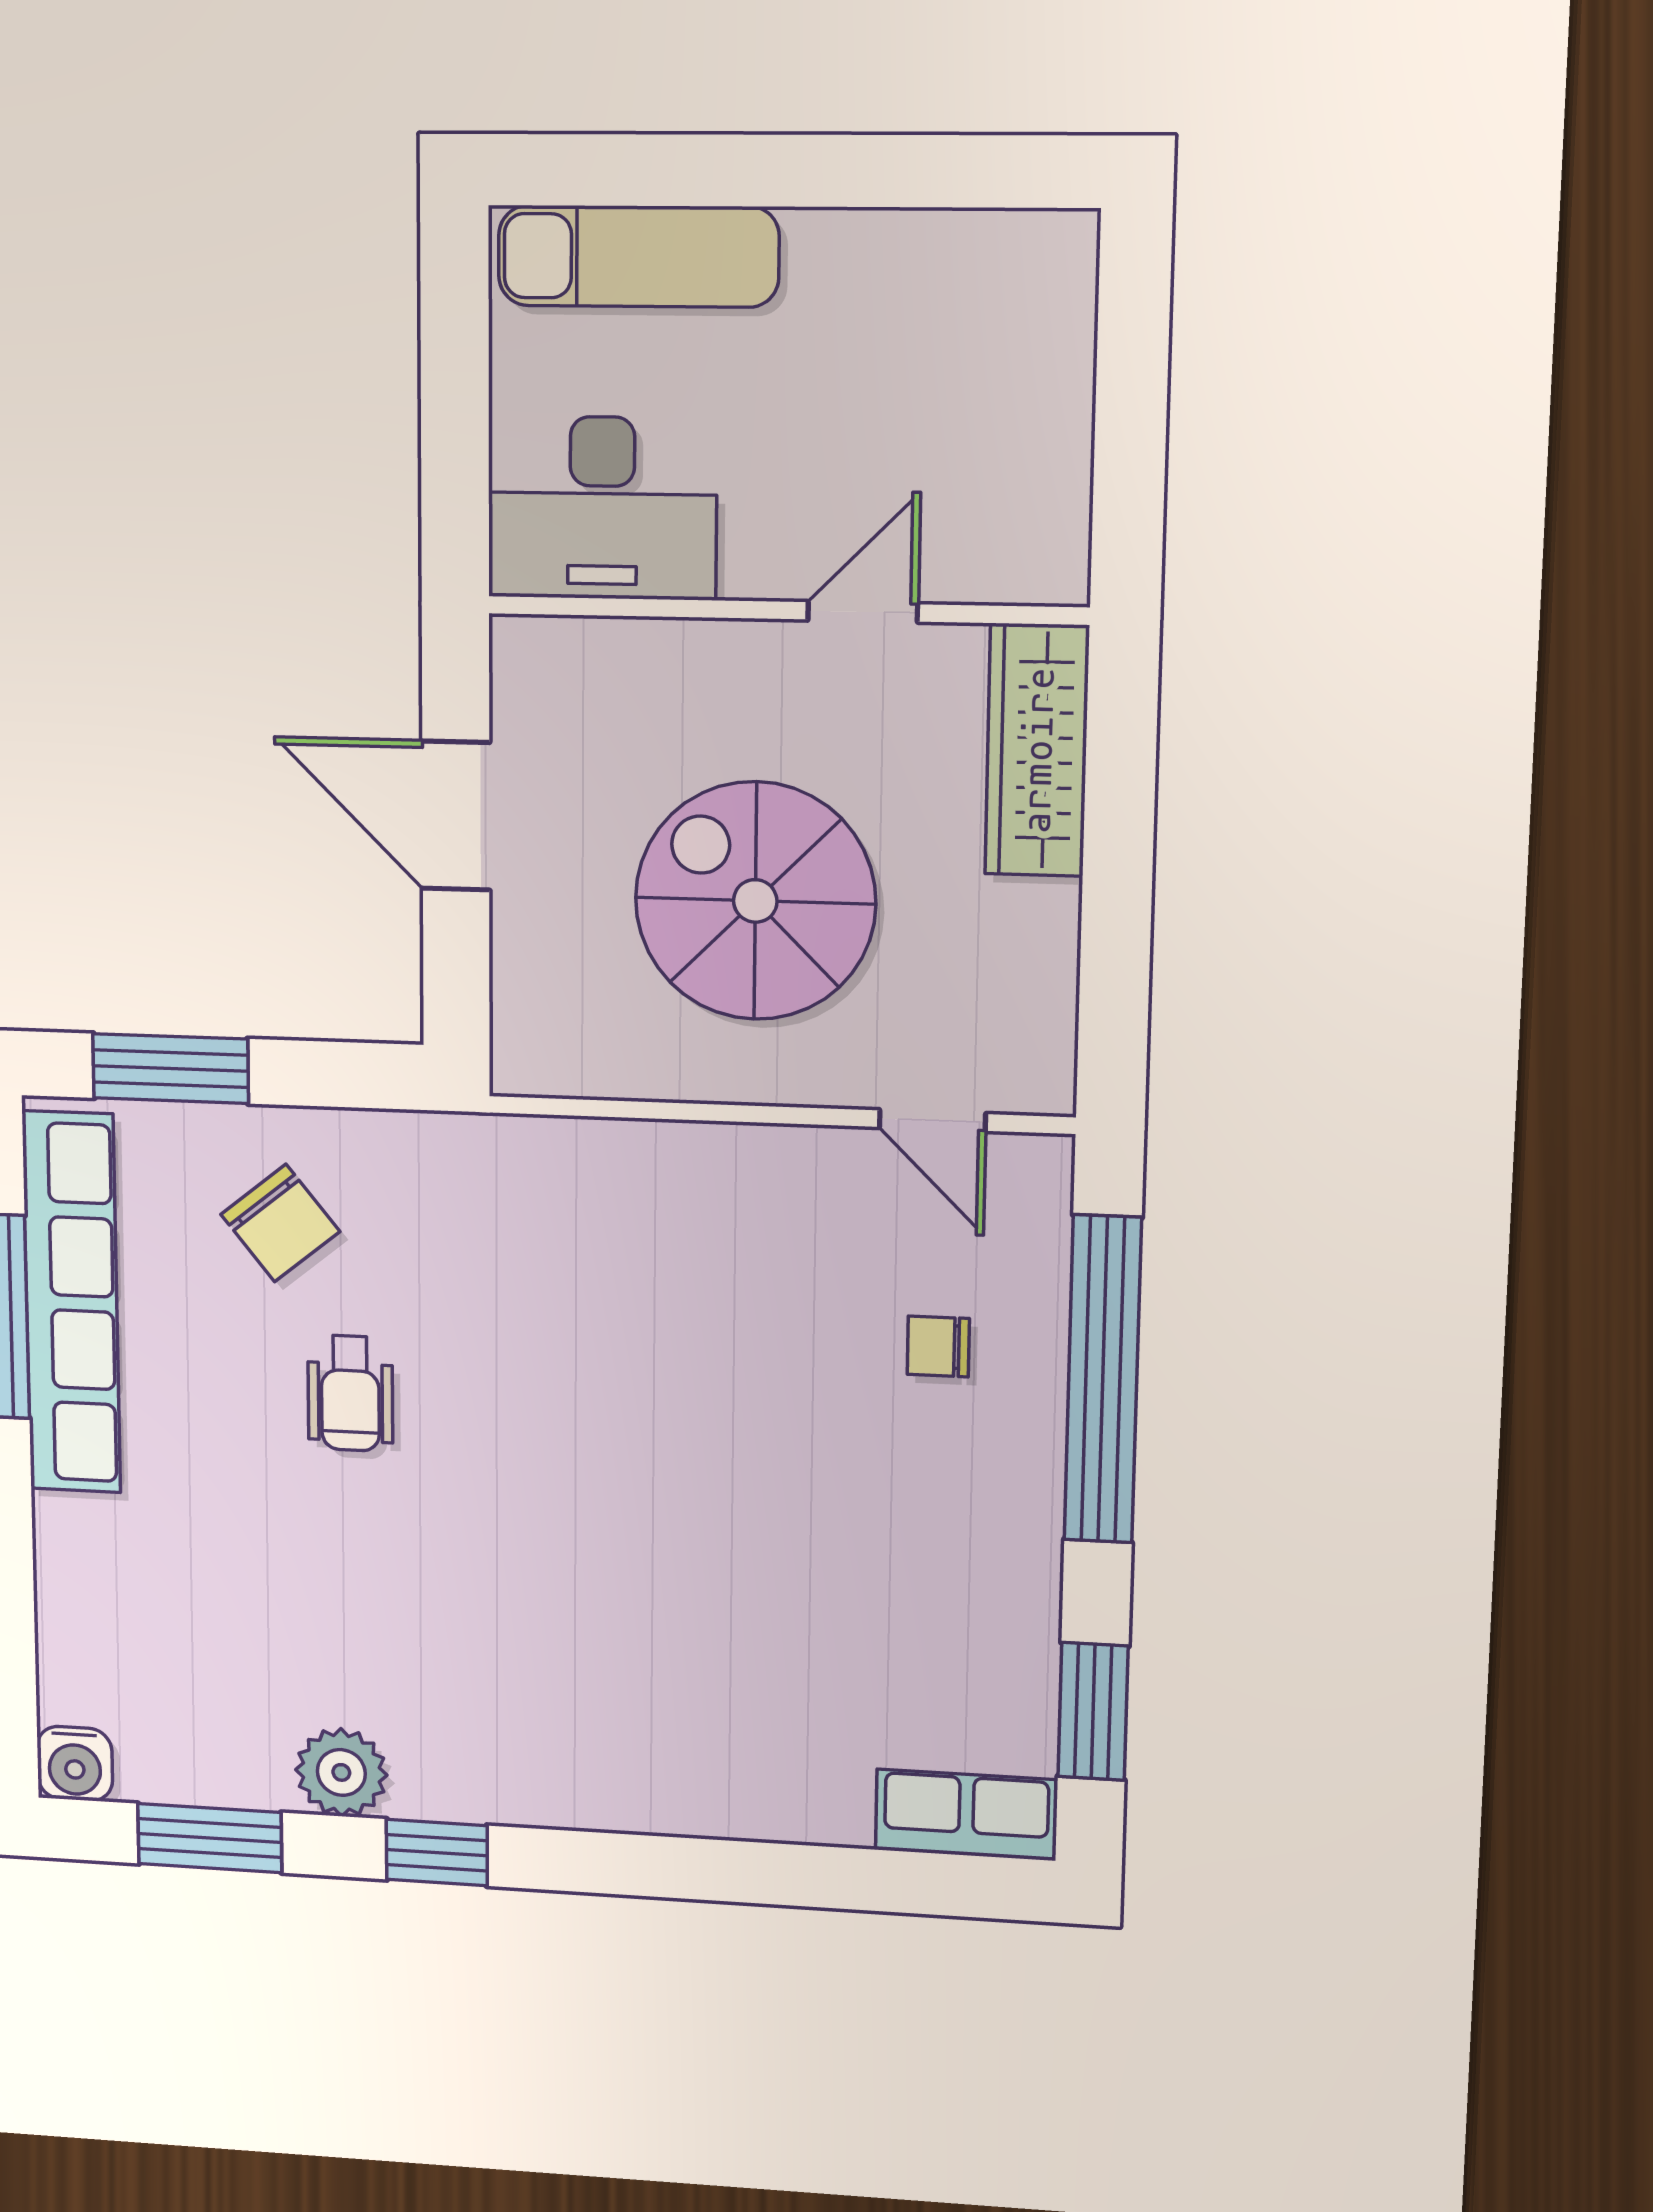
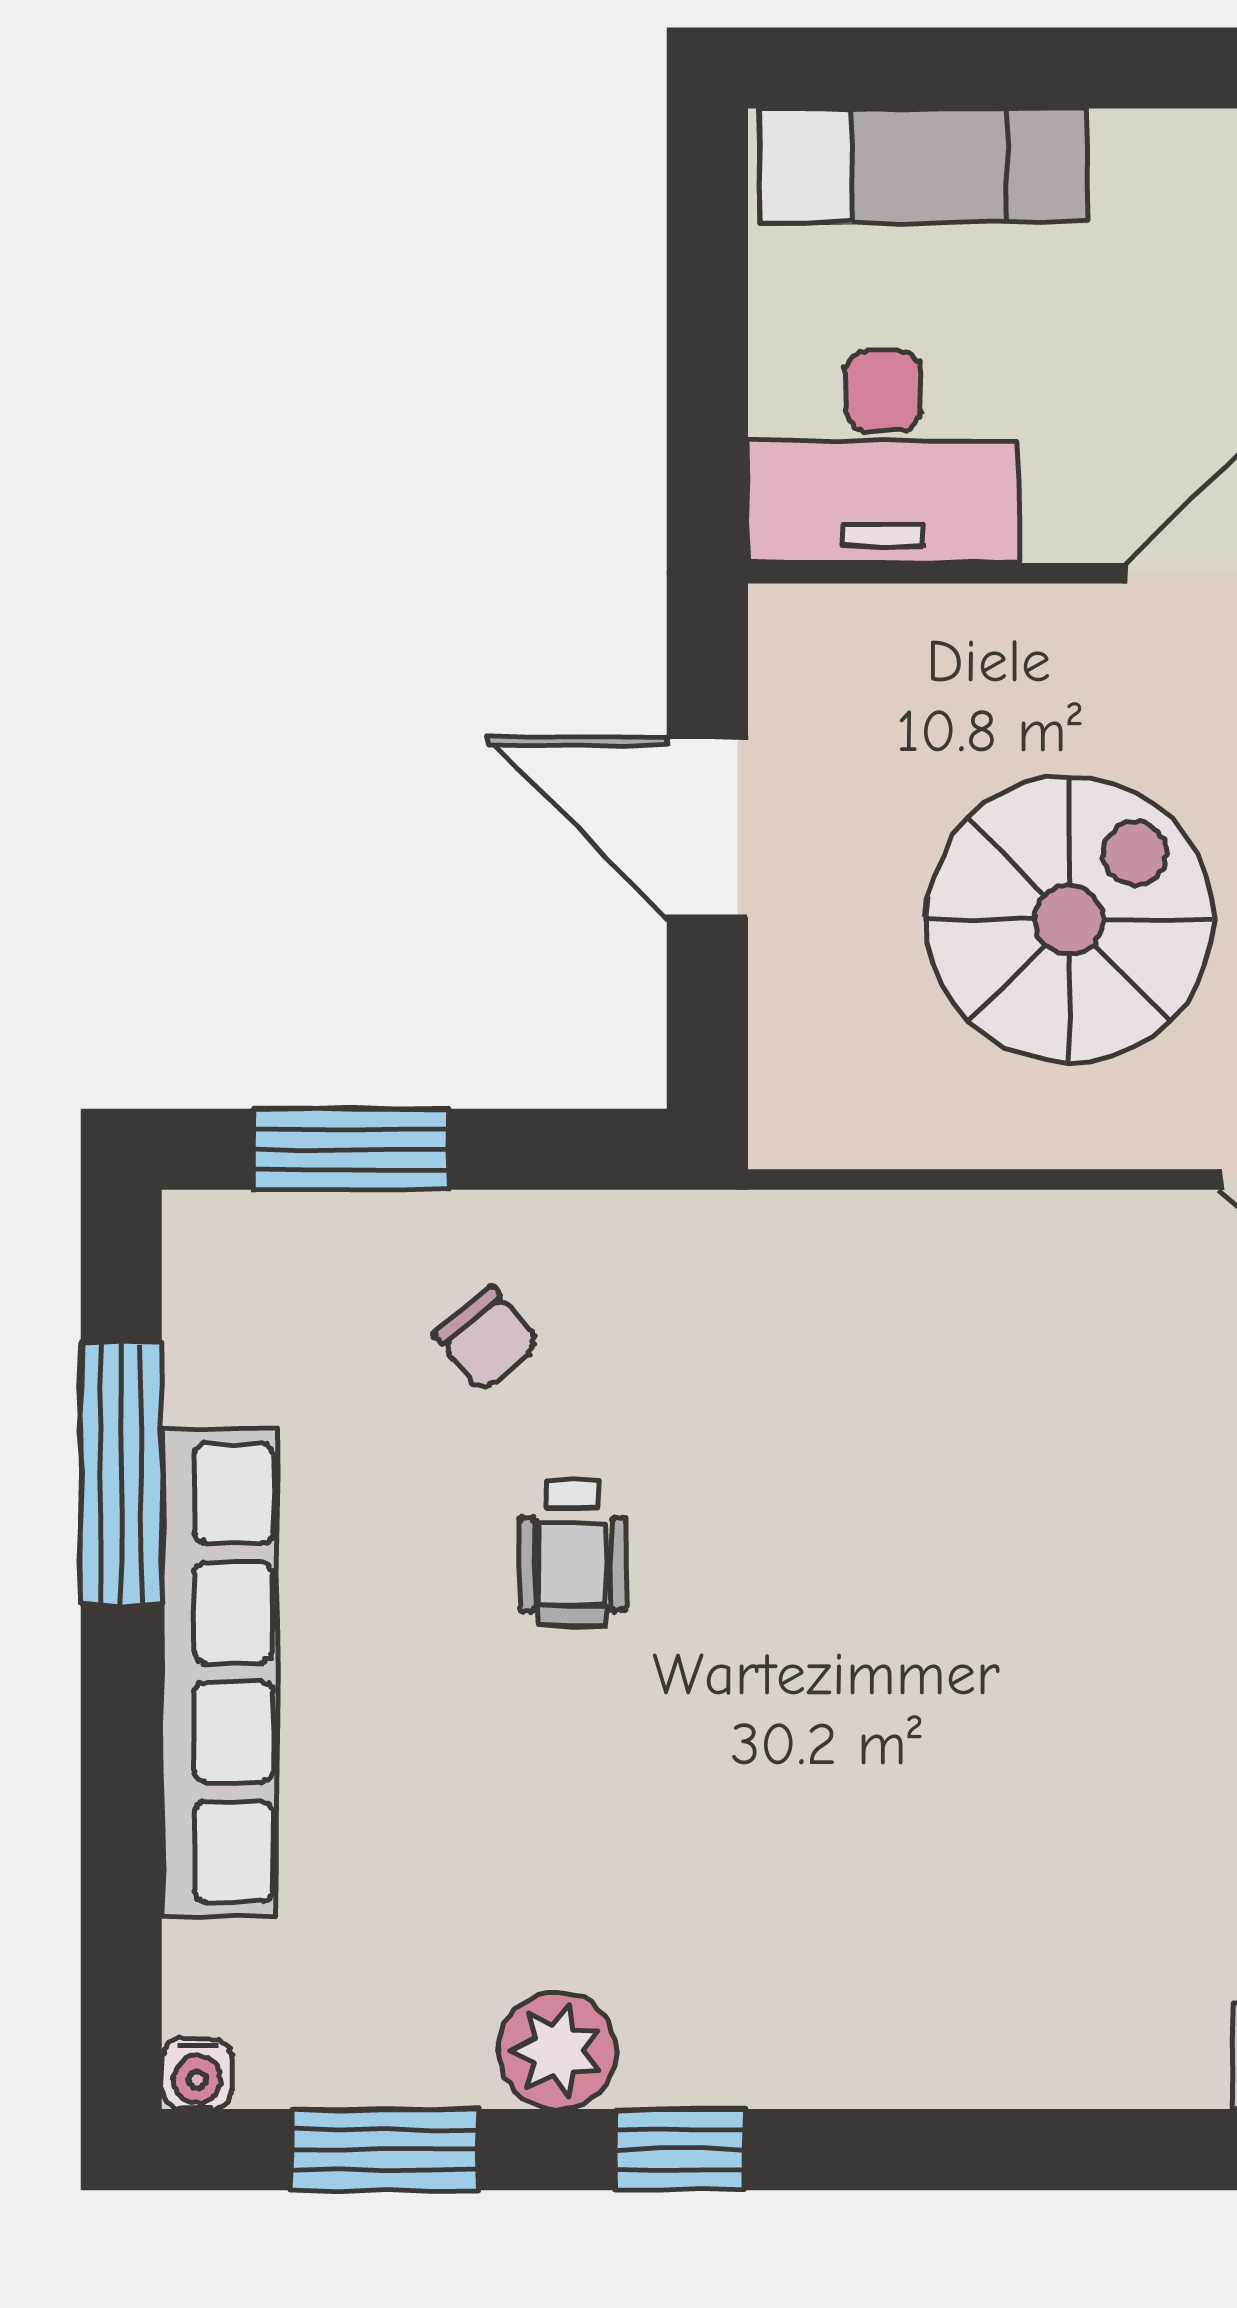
spiral stairs: (755, 901) -> (1069, 920), turned 90
chair: (280, 1223) -> (487, 1339), width x0.73, depth x0.73
row of seats: (72, 1303) -> (219, 1672), moved
water cooler: (75, 1764) -> (197, 2074), width x0.72, depth x0.72

